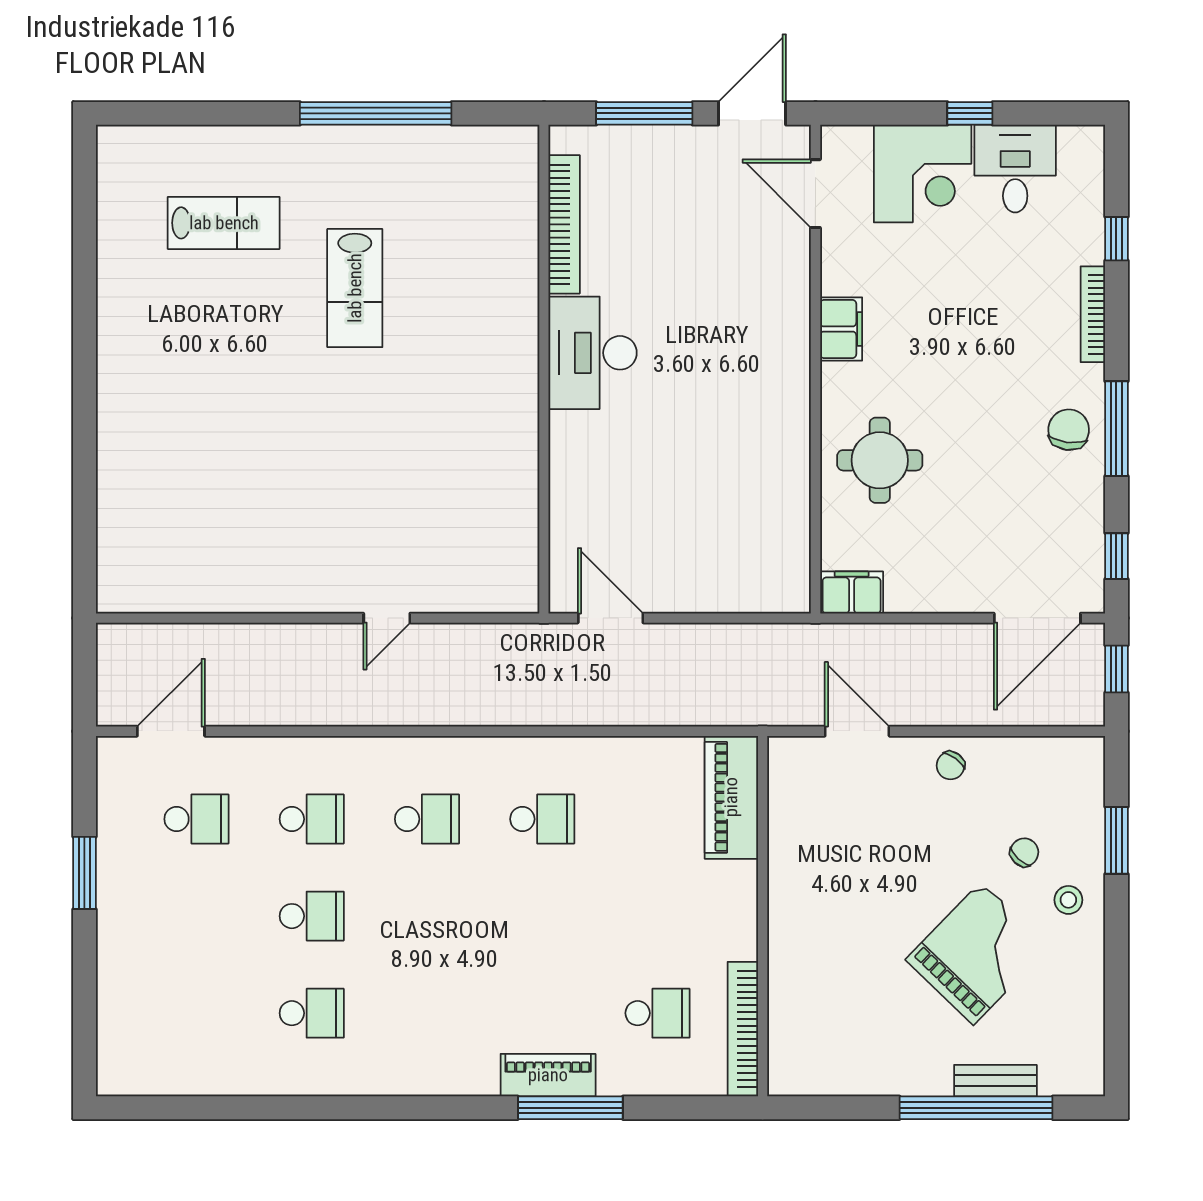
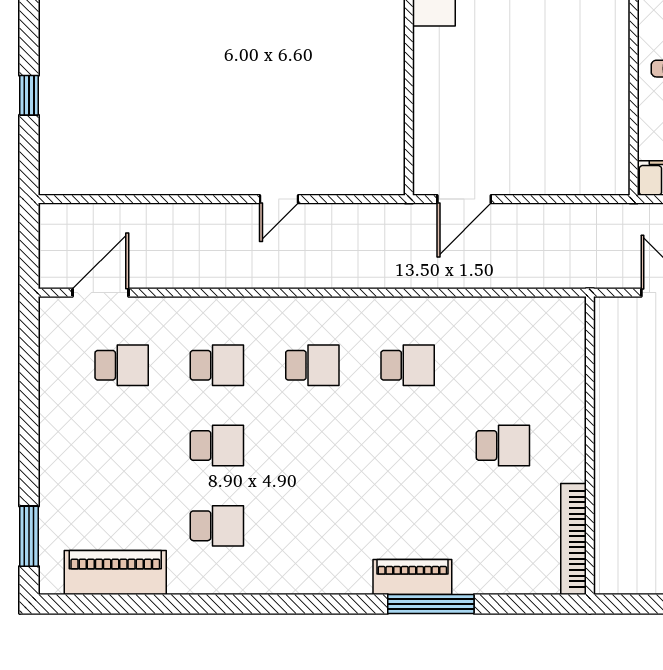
window: (84, 492) -> (29, 95), added
door: (611, 618) -> (464, 199), swing flipped
piano: (731, 797) -> (115, 572), moved, turned 90
window: (84, 873) -> (29, 536), moved
school desk: (657, 1013) -> (503, 446), moved

